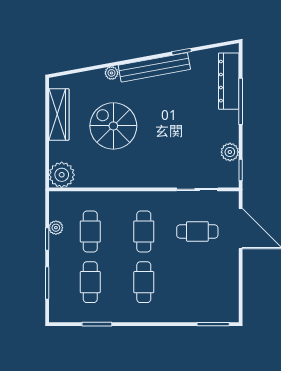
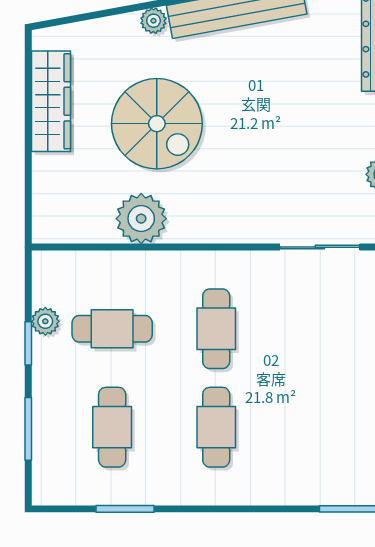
spiral stairs: (113, 126) -> (157, 124), turned 180
plant: (62, 175) -> (141, 219), moved
cafe table: (90, 231) -> (112, 329), turned 90
cafe table: (197, 231) -> (320, 329), removed

